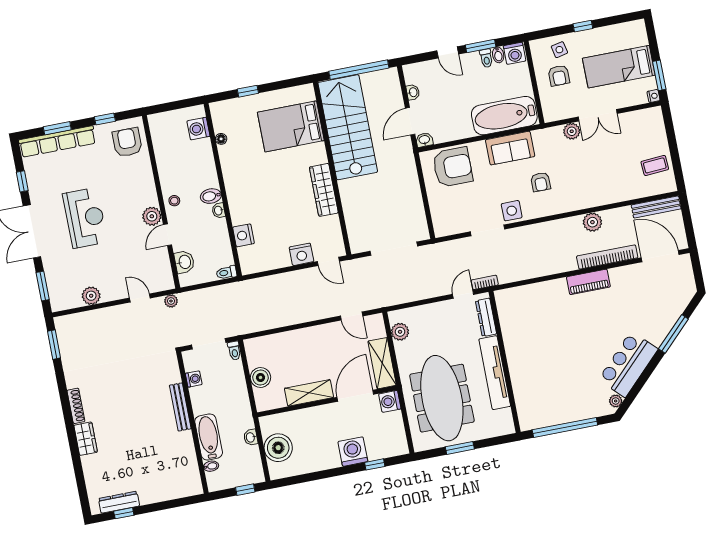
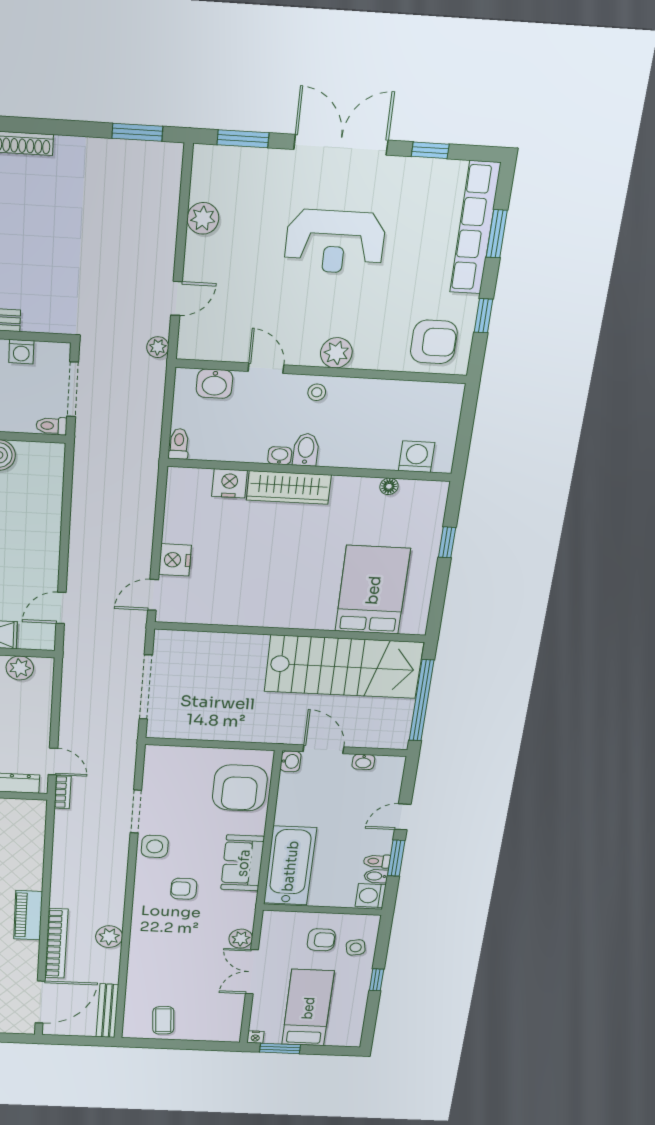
armchair: (559, 76) -> (321, 940), turned 180
wardrobe: (324, 190) -> (289, 487), moved, turned 180
plant: (152, 216) -> (336, 353), moved

